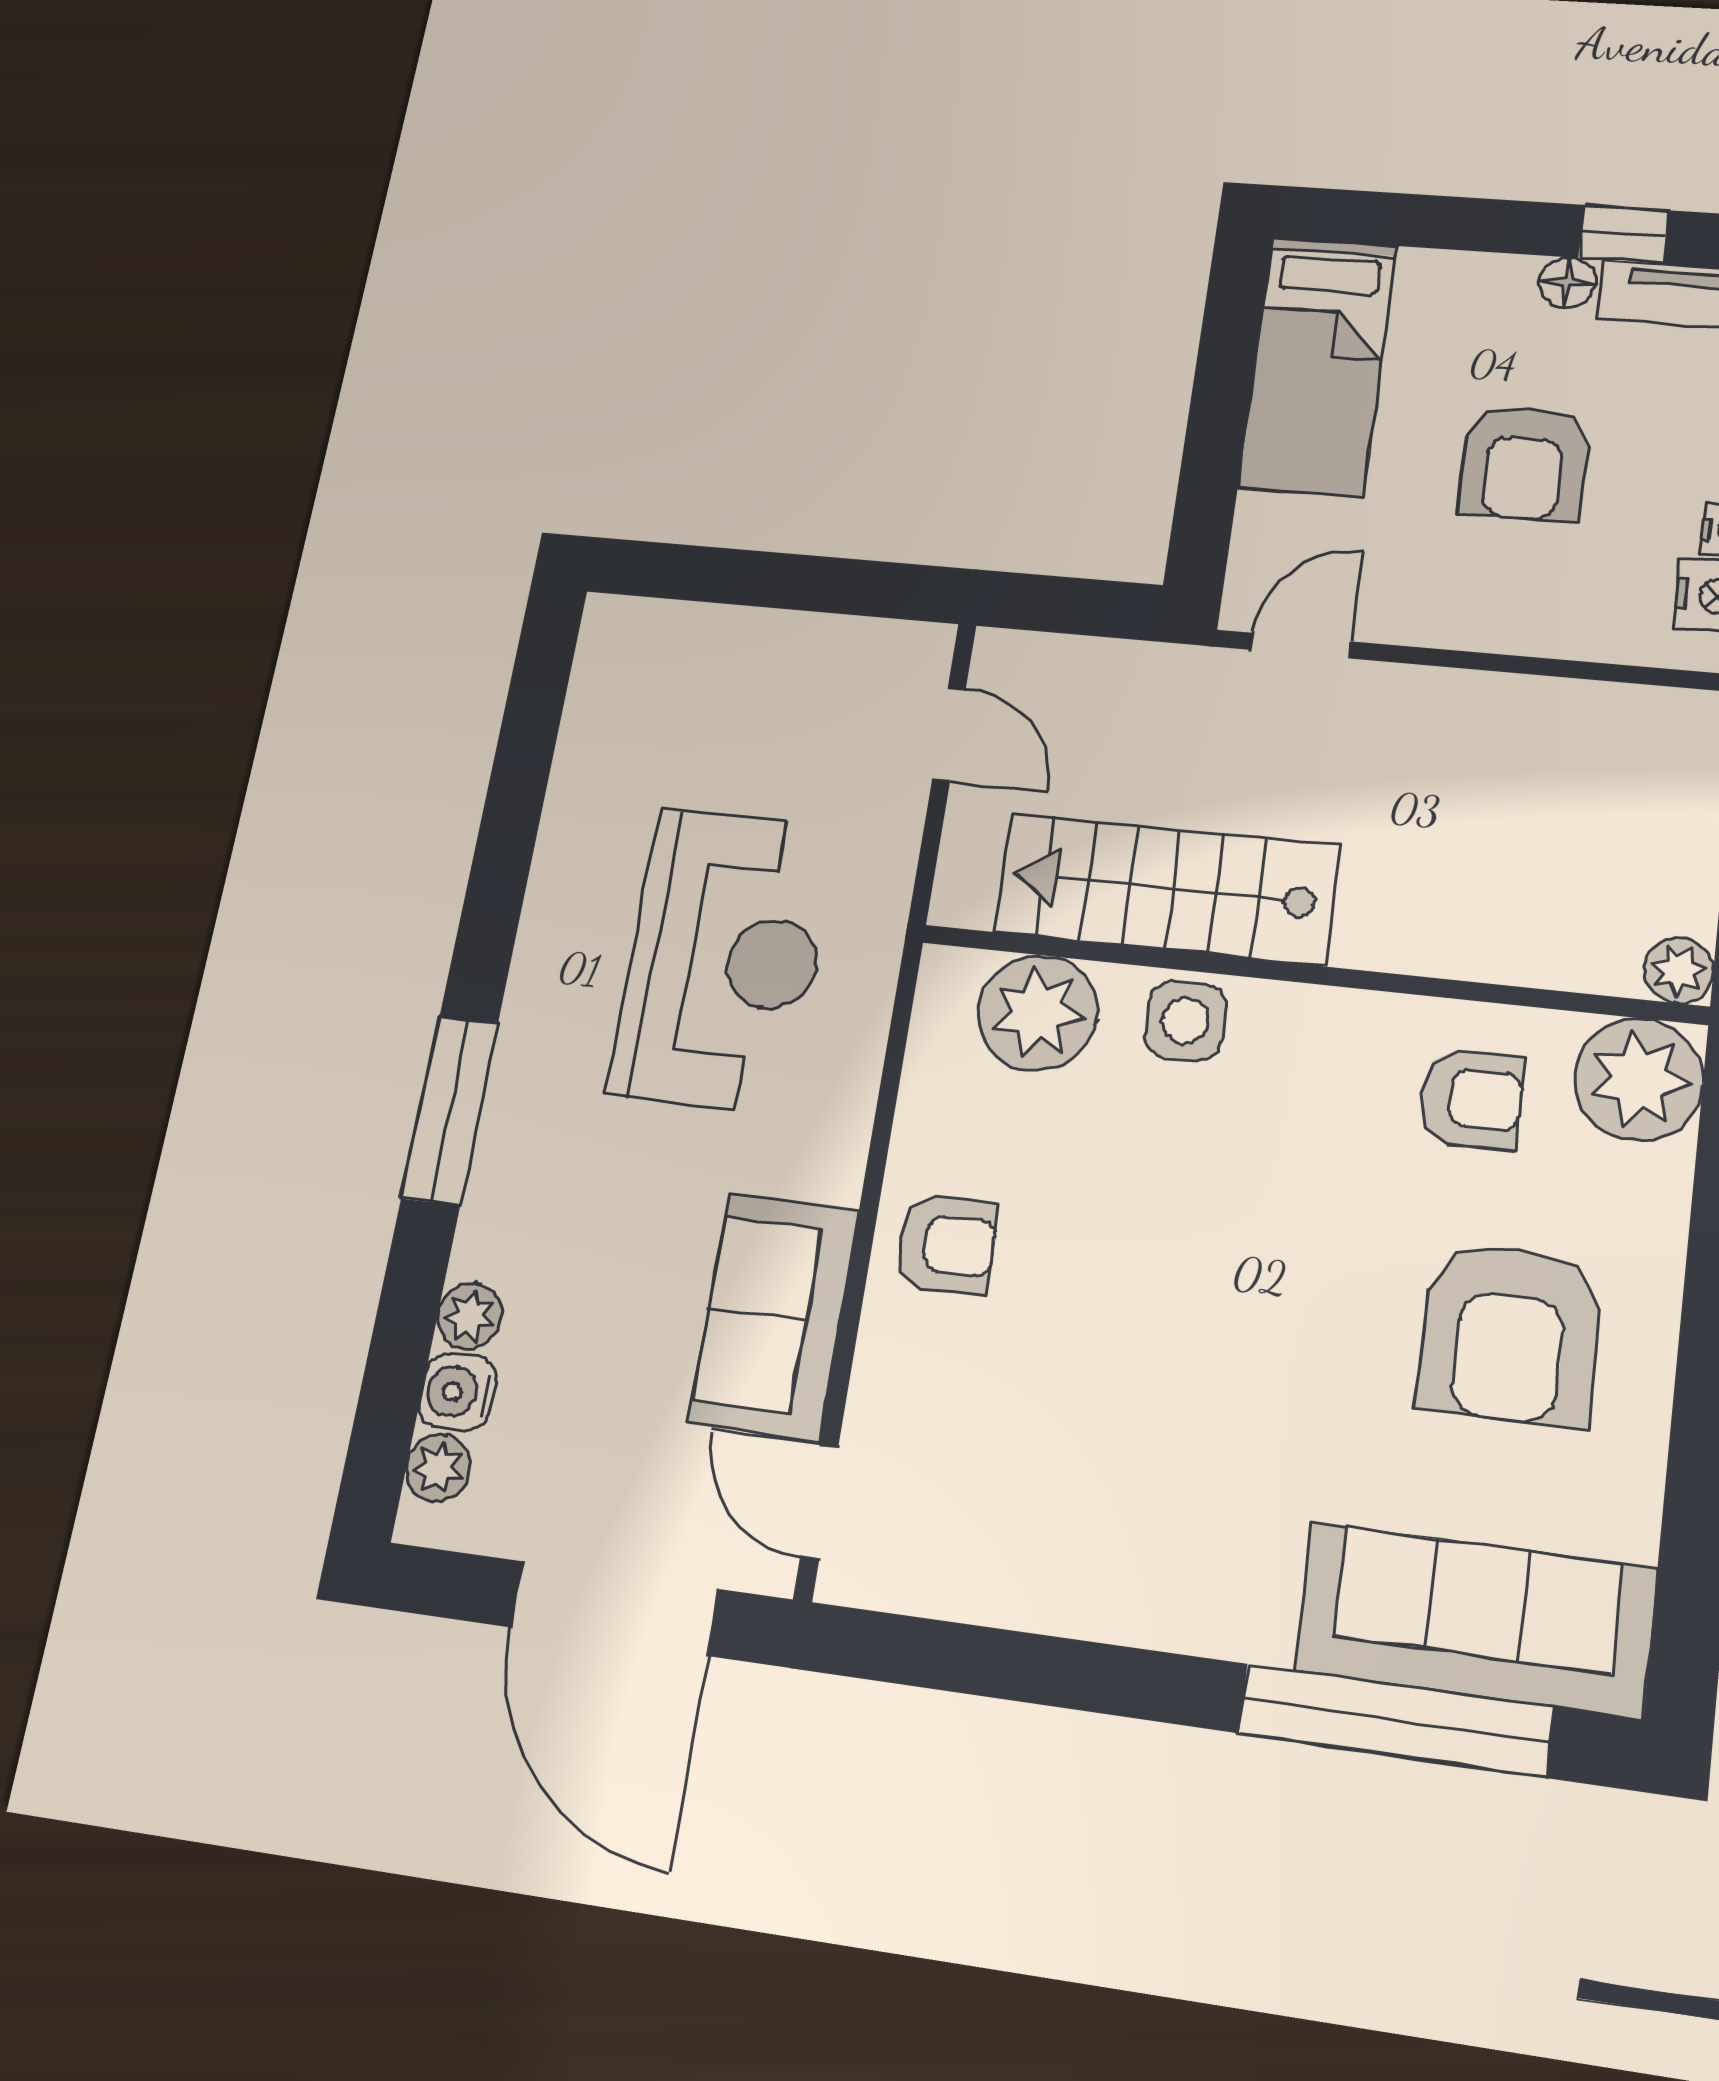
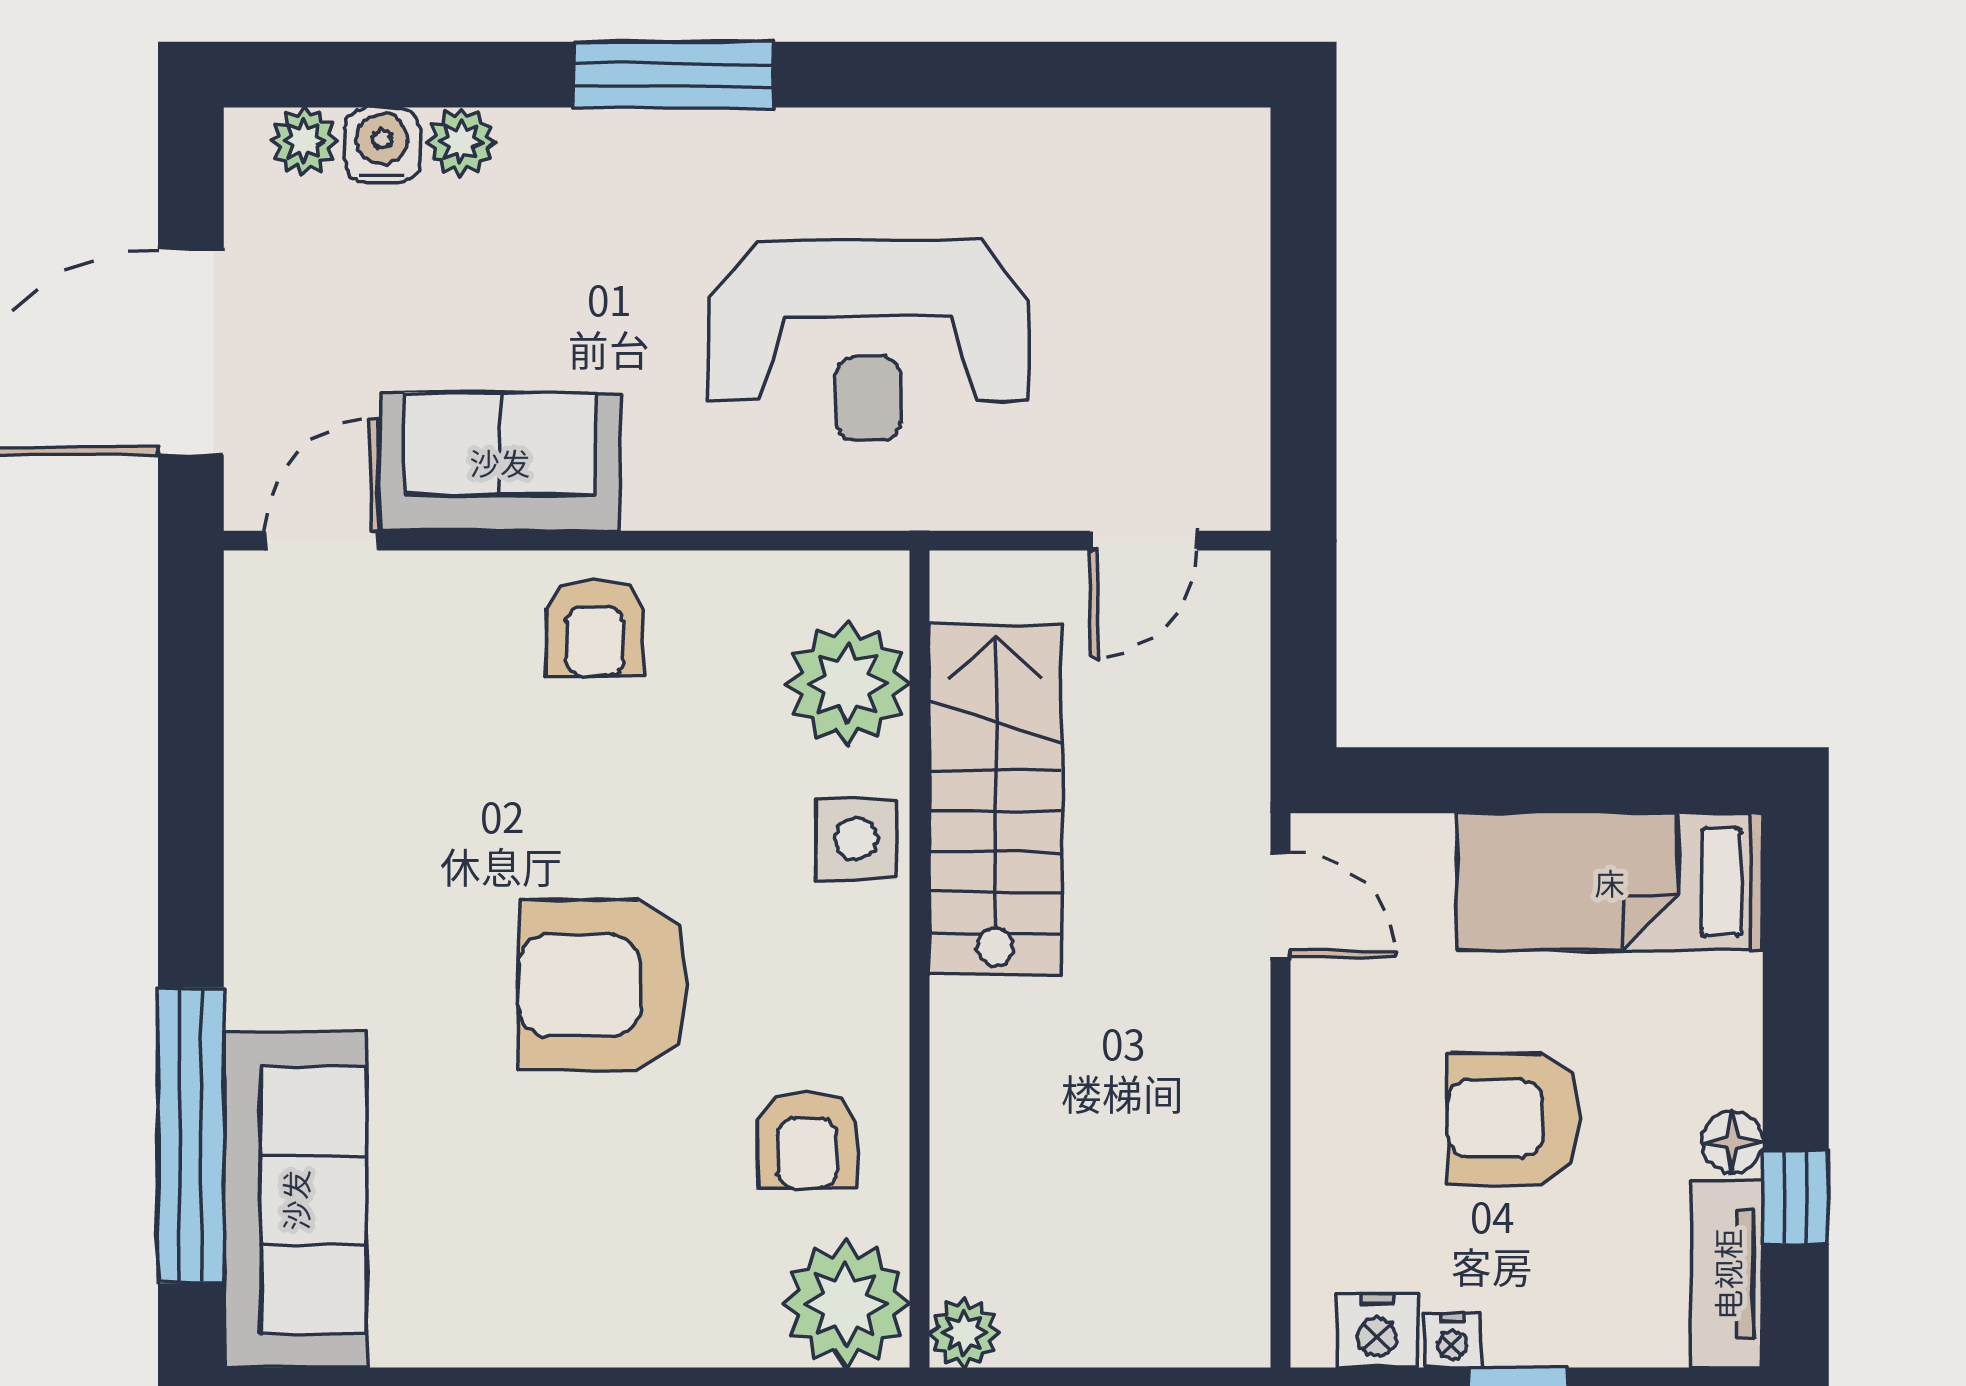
armchair: (1510, 1334) -> (603, 985), moved

